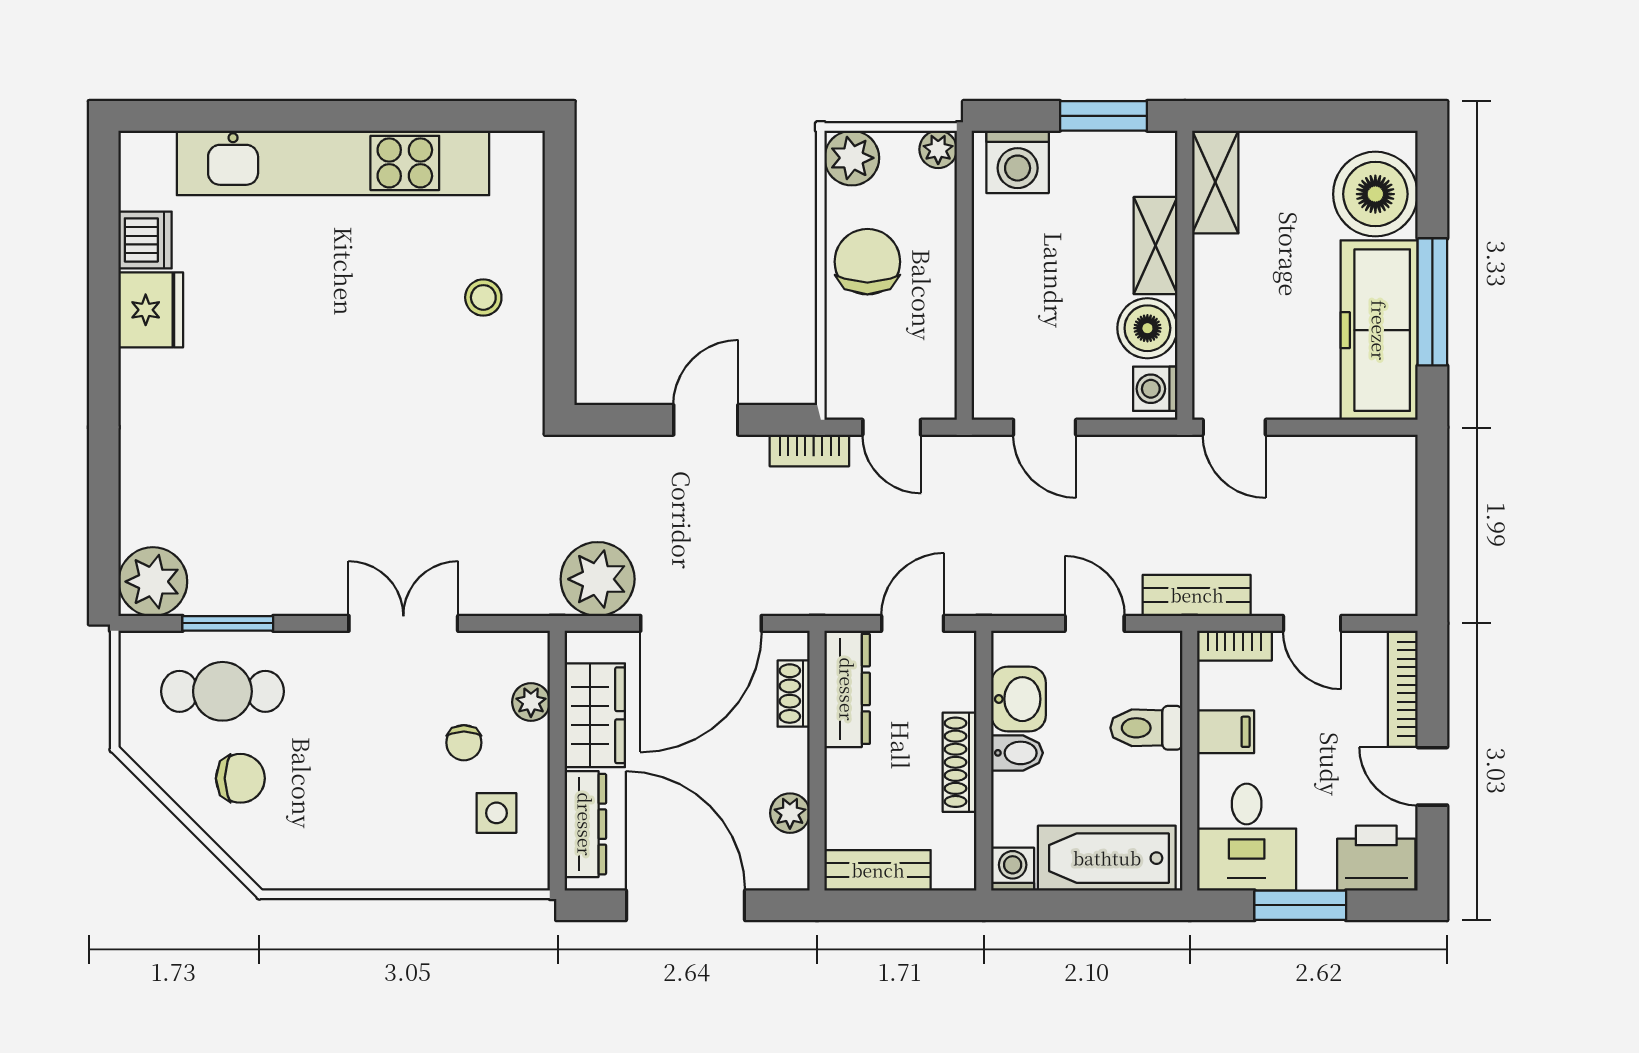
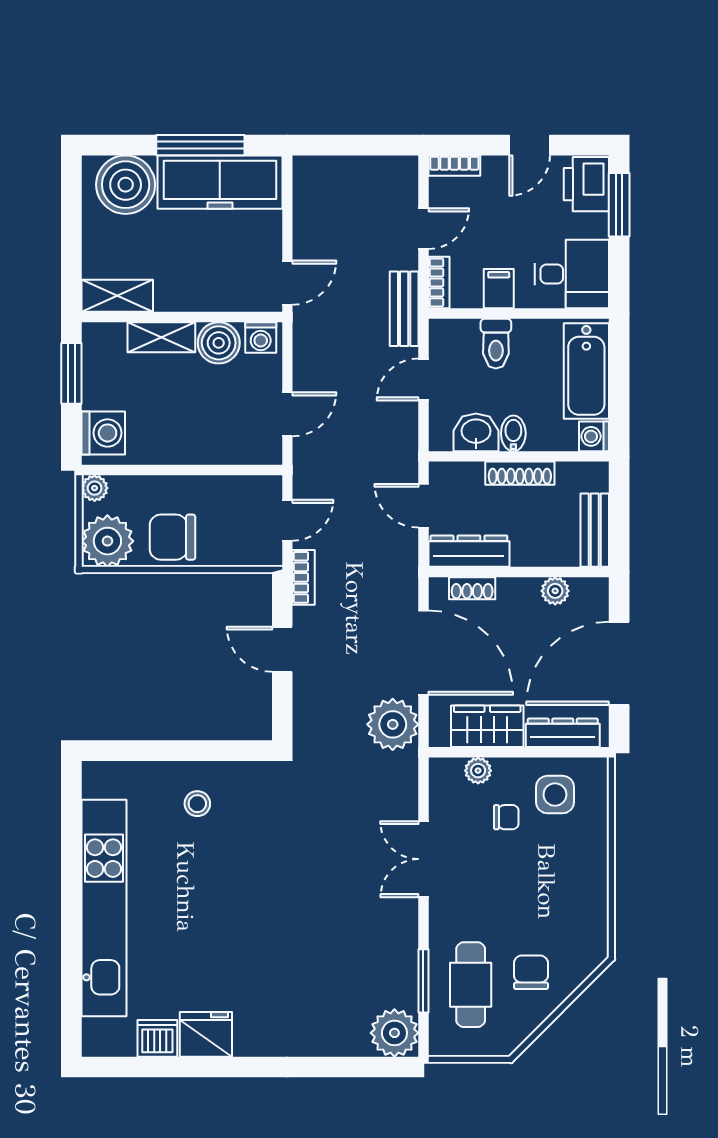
plant: (852, 158) -> (107, 541), width x1.36, depth x1.36
bookcase: (1403, 689) -> (454, 166), width x0.64
side table: (496, 813) -> (555, 795), width x1.37, depth x1.37
window: (1300, 905) -> (619, 205), moved

